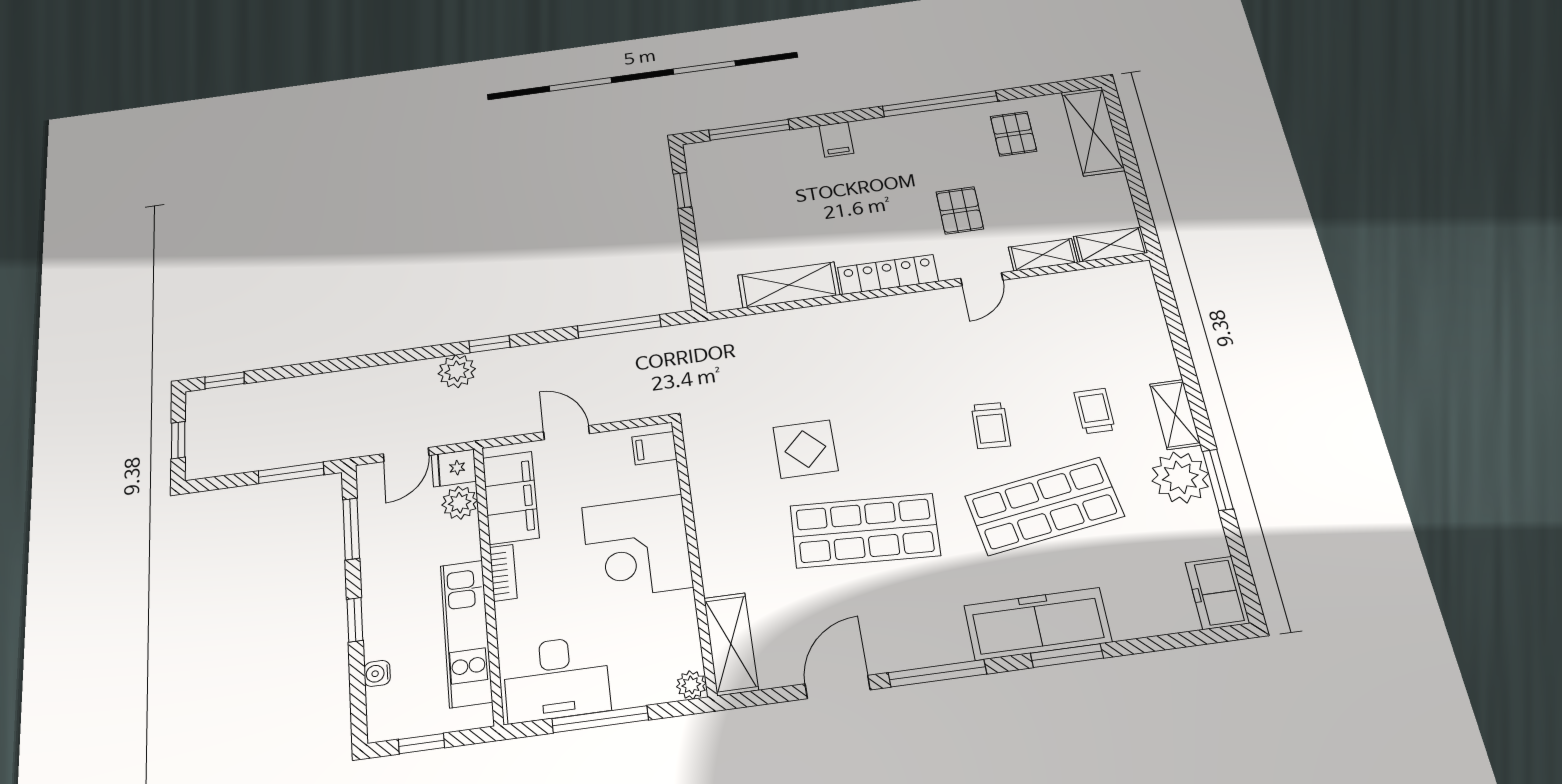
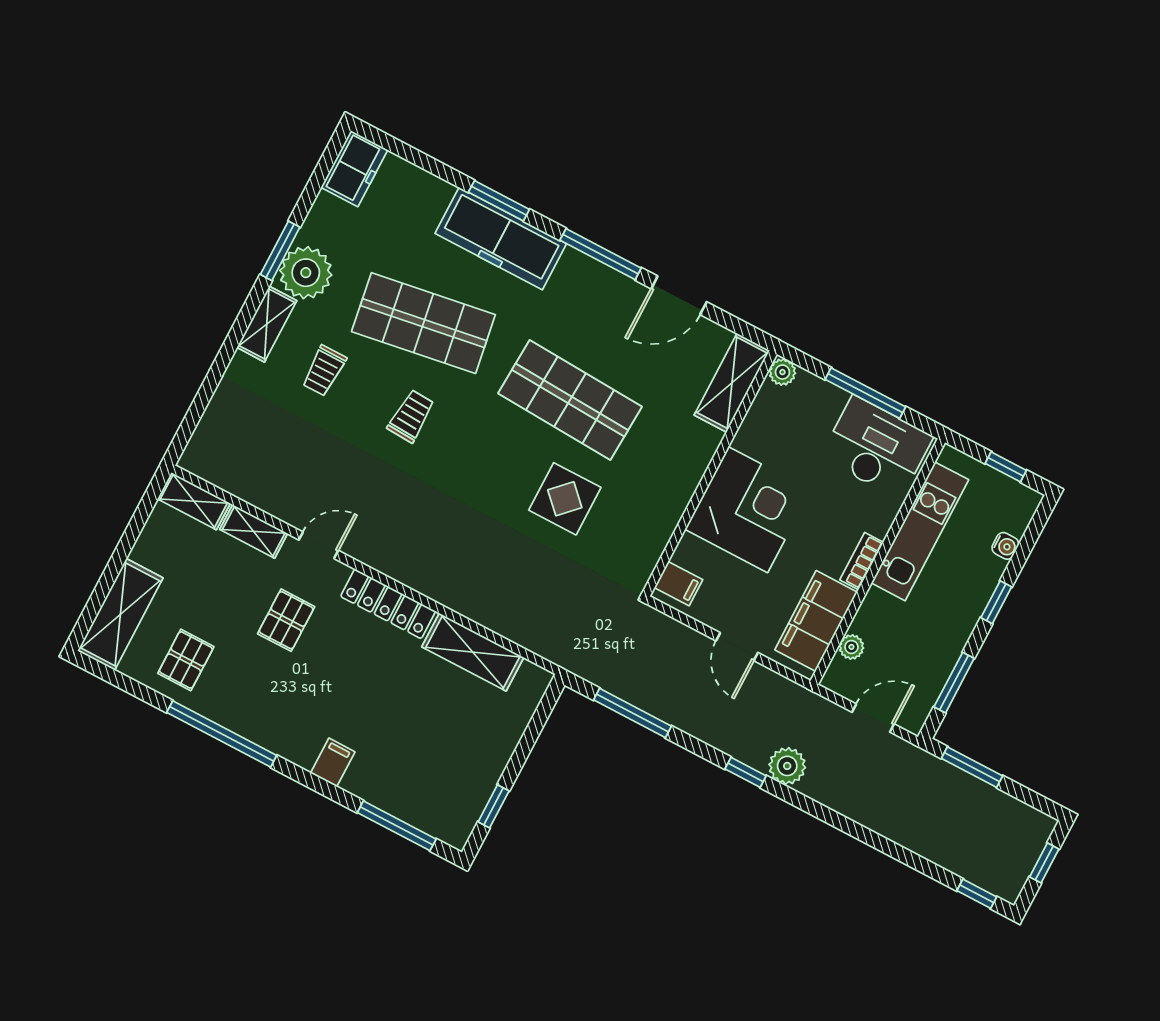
fridge: (454, 468) -> (844, 679), removed
plant: (460, 503) -> (851, 647), width x0.73, depth x0.73

